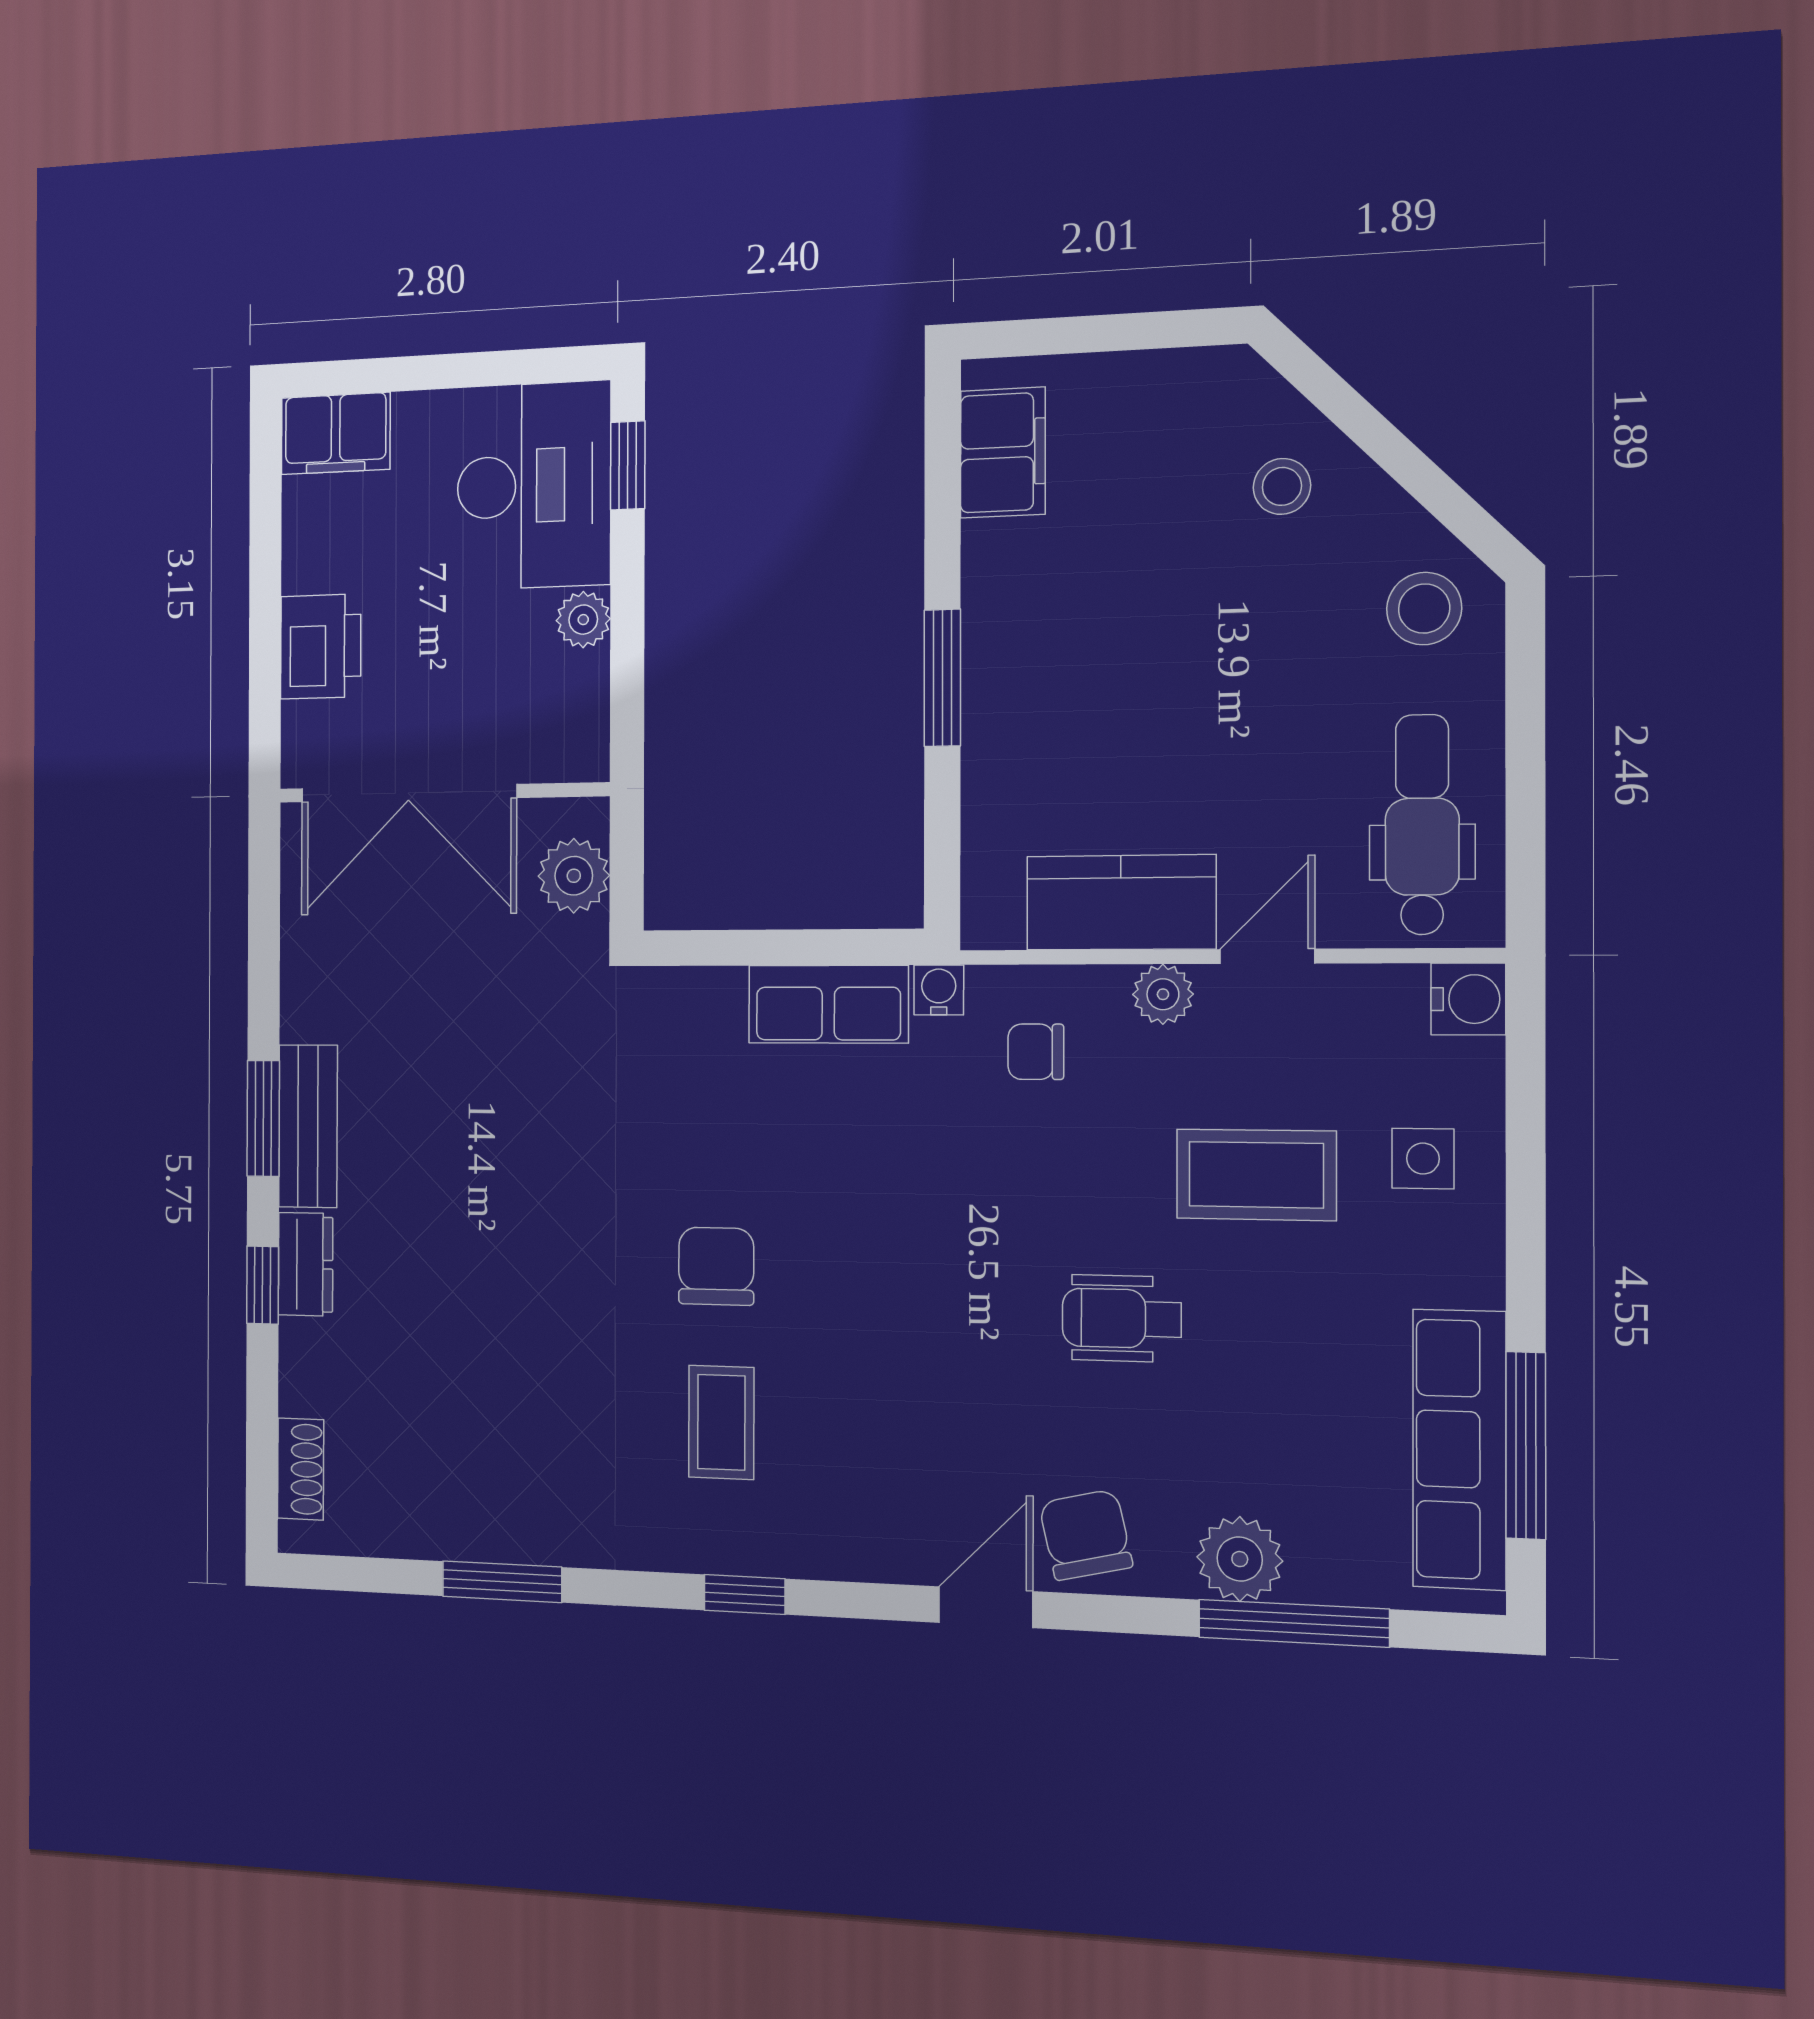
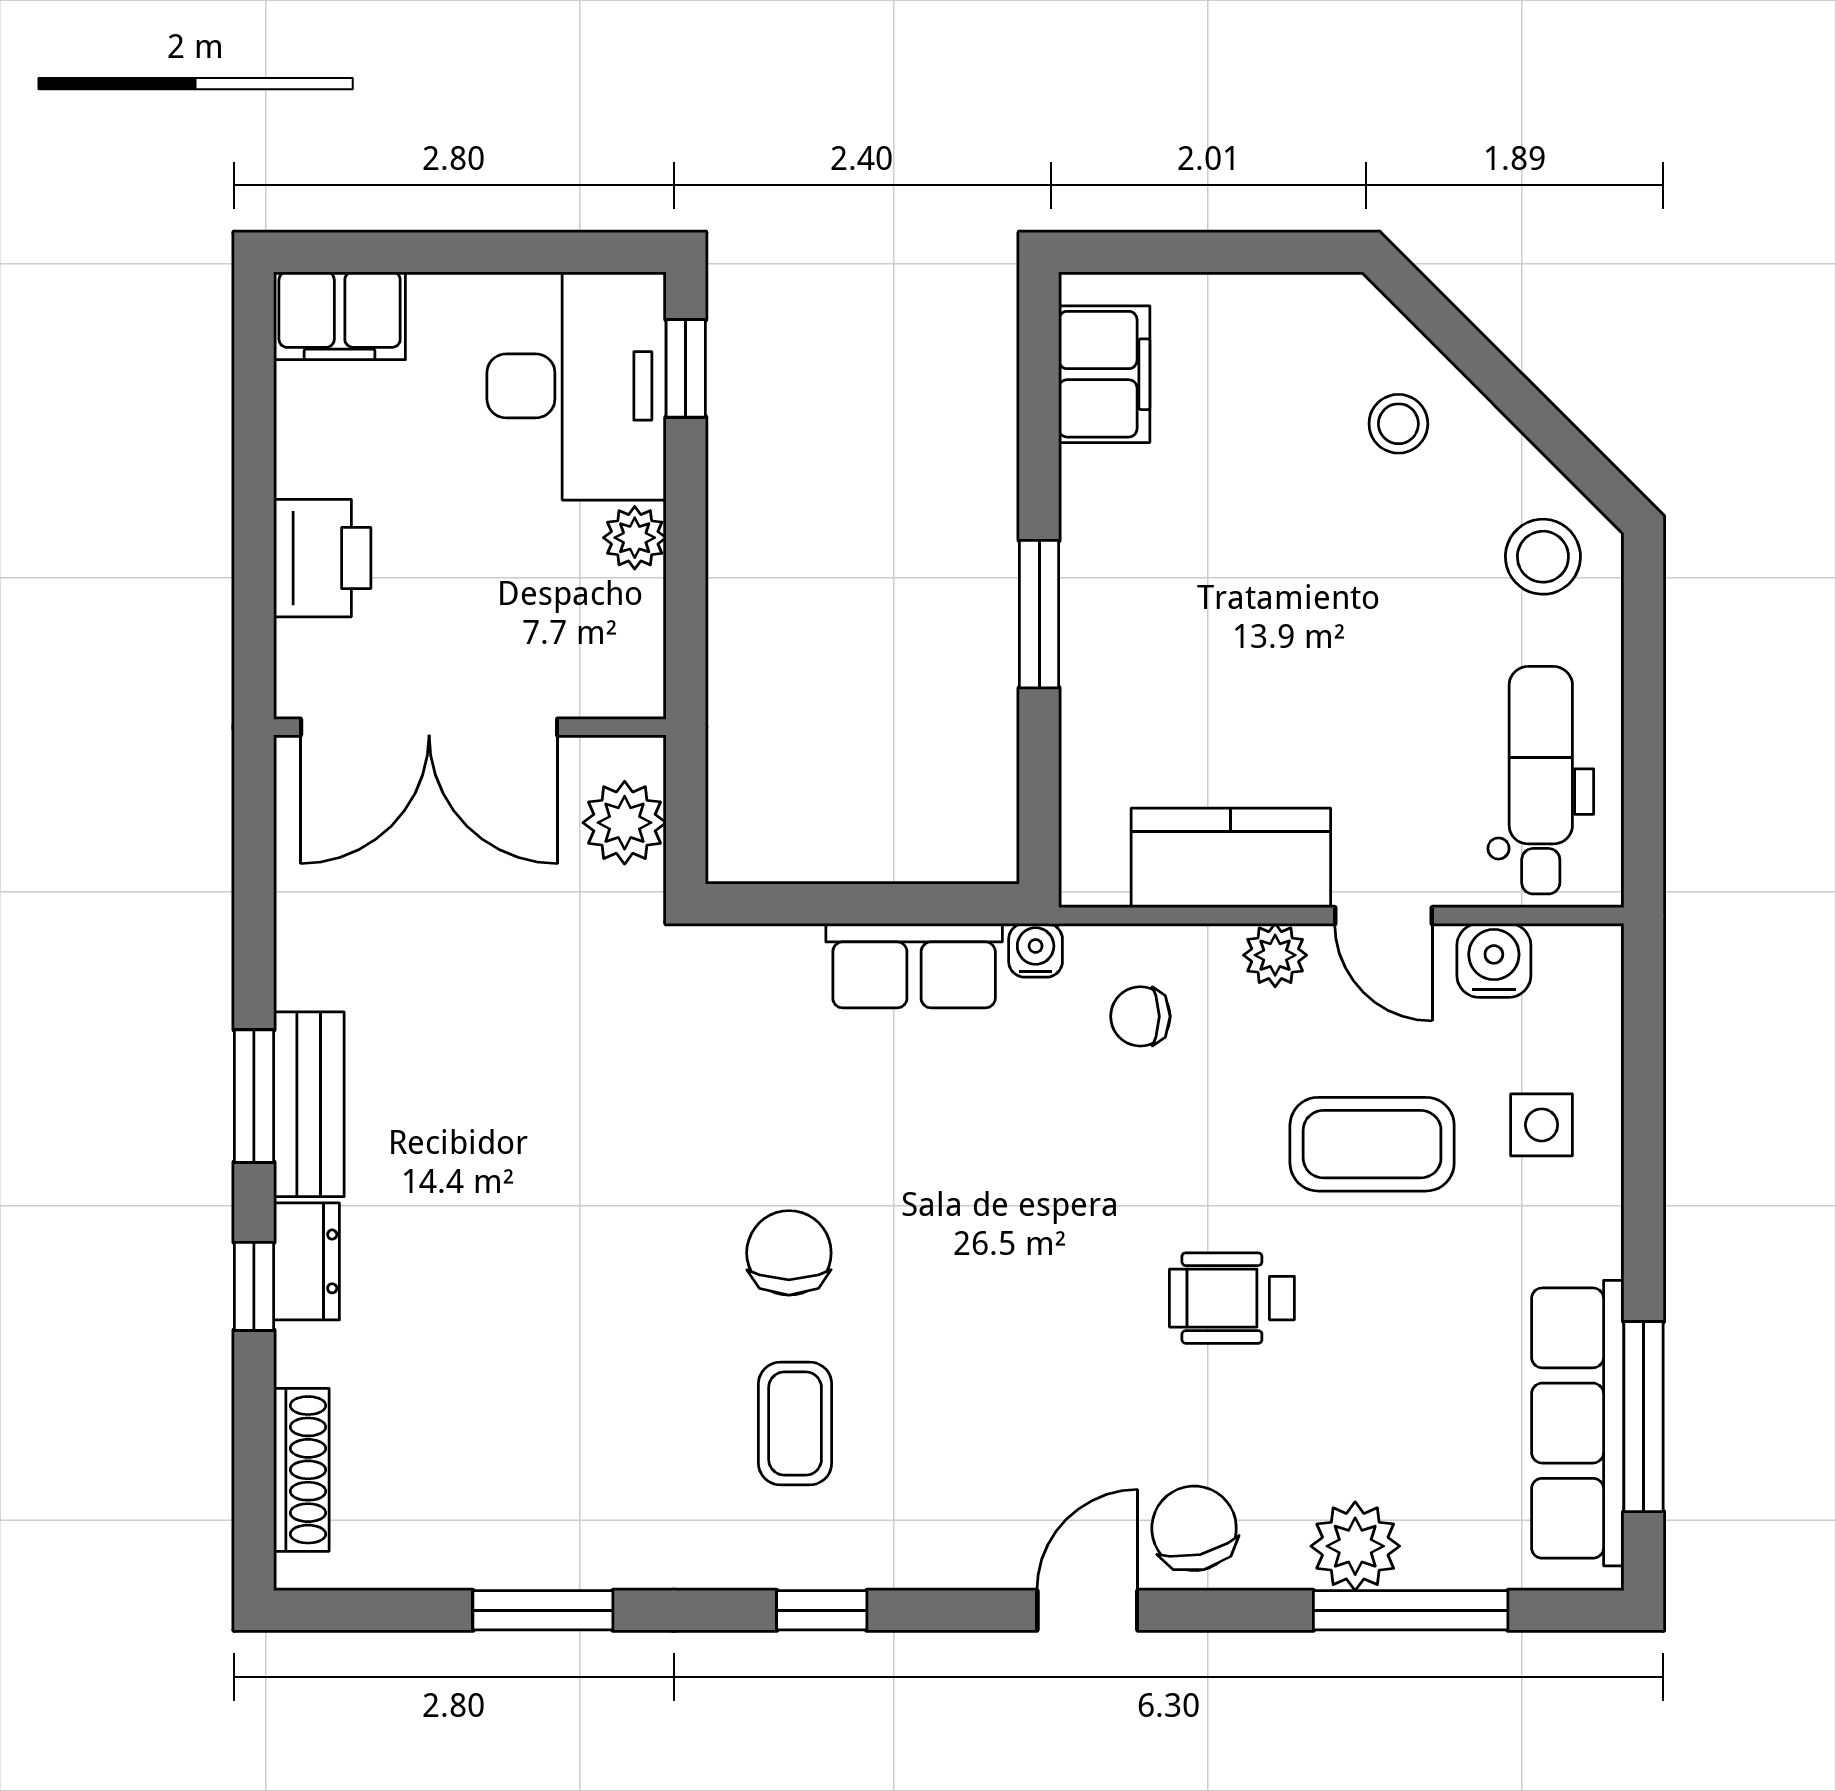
door: (1267, 956) -> (1384, 916), swing flipped
water cooler: (1468, 999) -> (1494, 960), moved, turned -90
shoe rack: (301, 1469) -> (301, 1470), width x1.43

